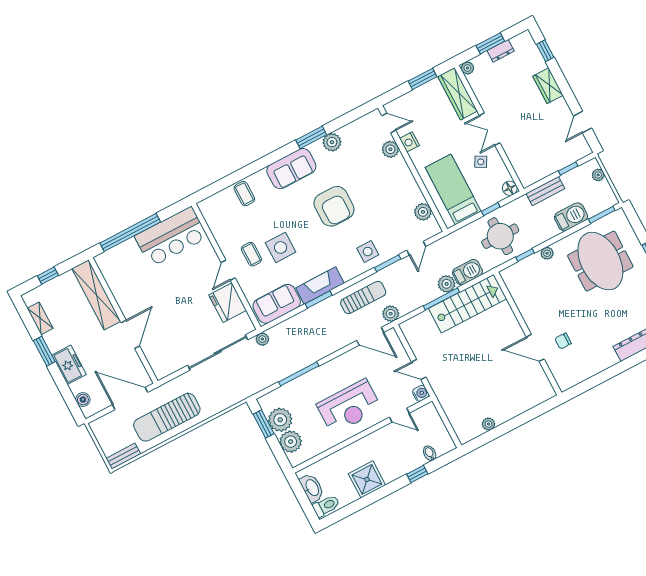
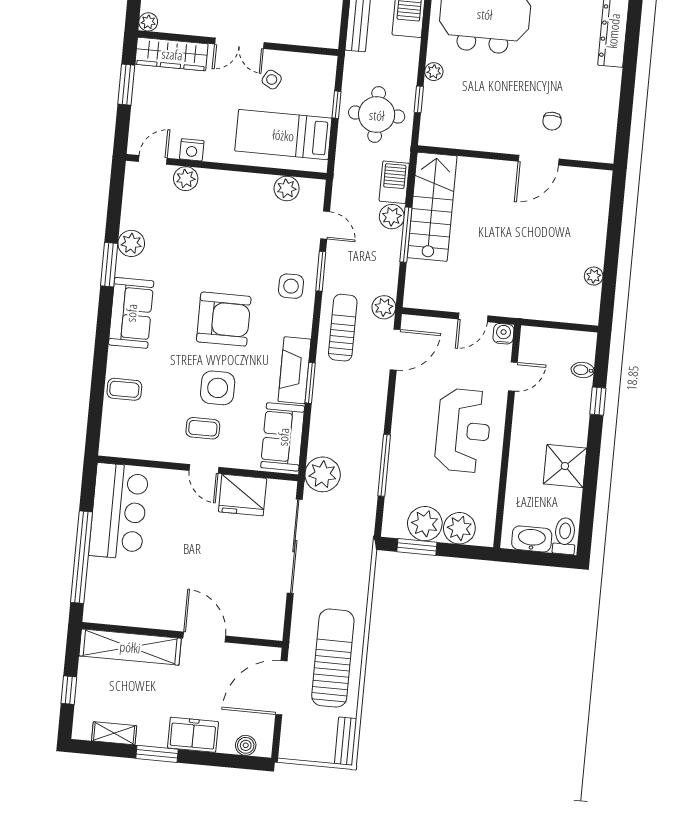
floor lamp: (510, 188) -> (326, 65), removed
armchair: (334, 206) -> (224, 319), moved
plant: (262, 339) -> (323, 474), width x1.88, depth x1.88
sun lounger: (167, 417) -> (333, 658), turned 180

